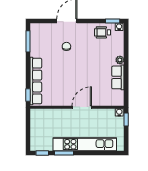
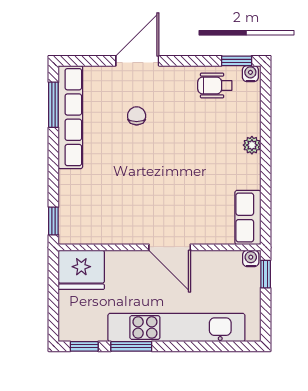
row of seats: (118, 77) -> (248, 217), moved
row of seats: (36, 81) -> (70, 117), moved
door: (82, 107) -> (170, 247), swing flipped
fridge: (41, 118) -> (81, 270), added

